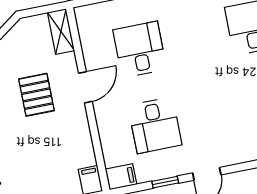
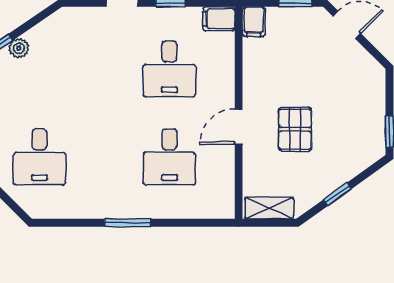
shelving: (61, 32) -> (269, 208), moved, turned 90
desk: (155, 125) -> (169, 69), turned 180

